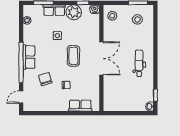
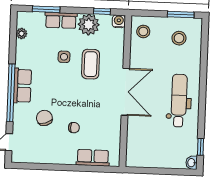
coffee table: (73, 56) -> (91, 64), moved
dental chair: (139, 63) -> (179, 101), width x1.36, depth x1.38

